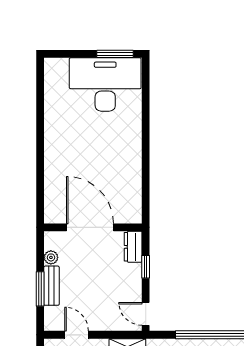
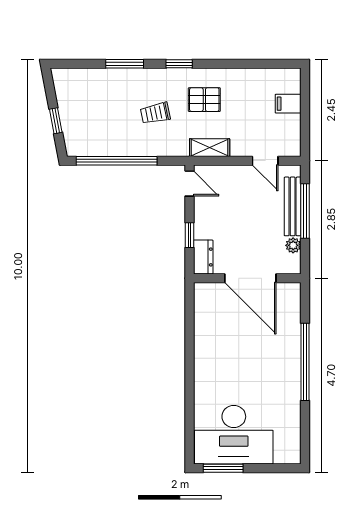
window: (40, 151) -> (305, 362), added
bench: (51, 286) -> (293, 206), width x1.36
window: (40, 289) -> (305, 211), width x1.44

